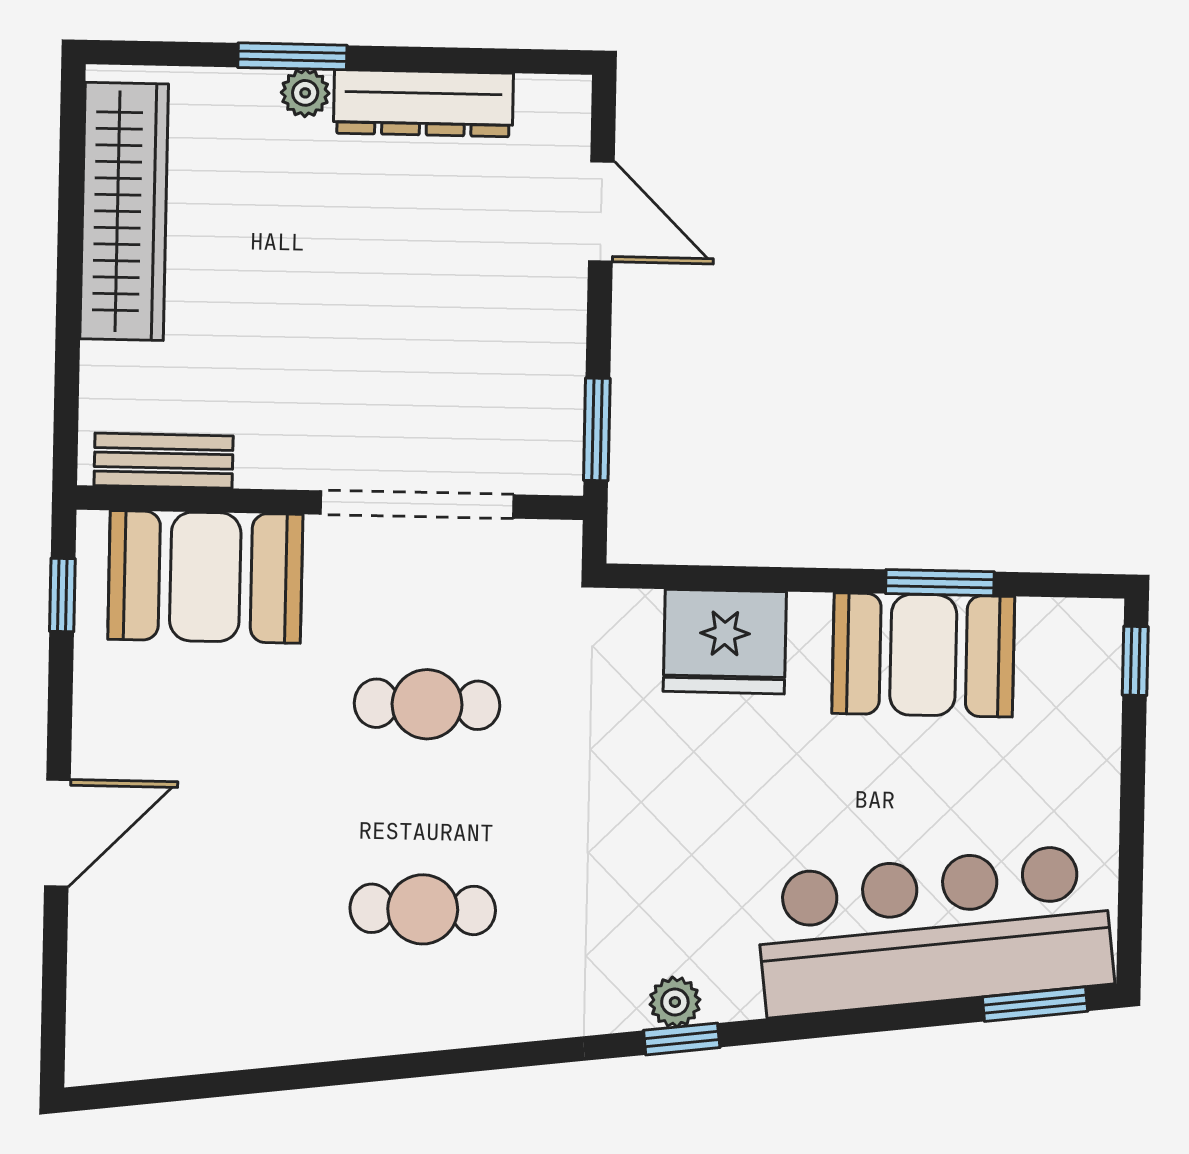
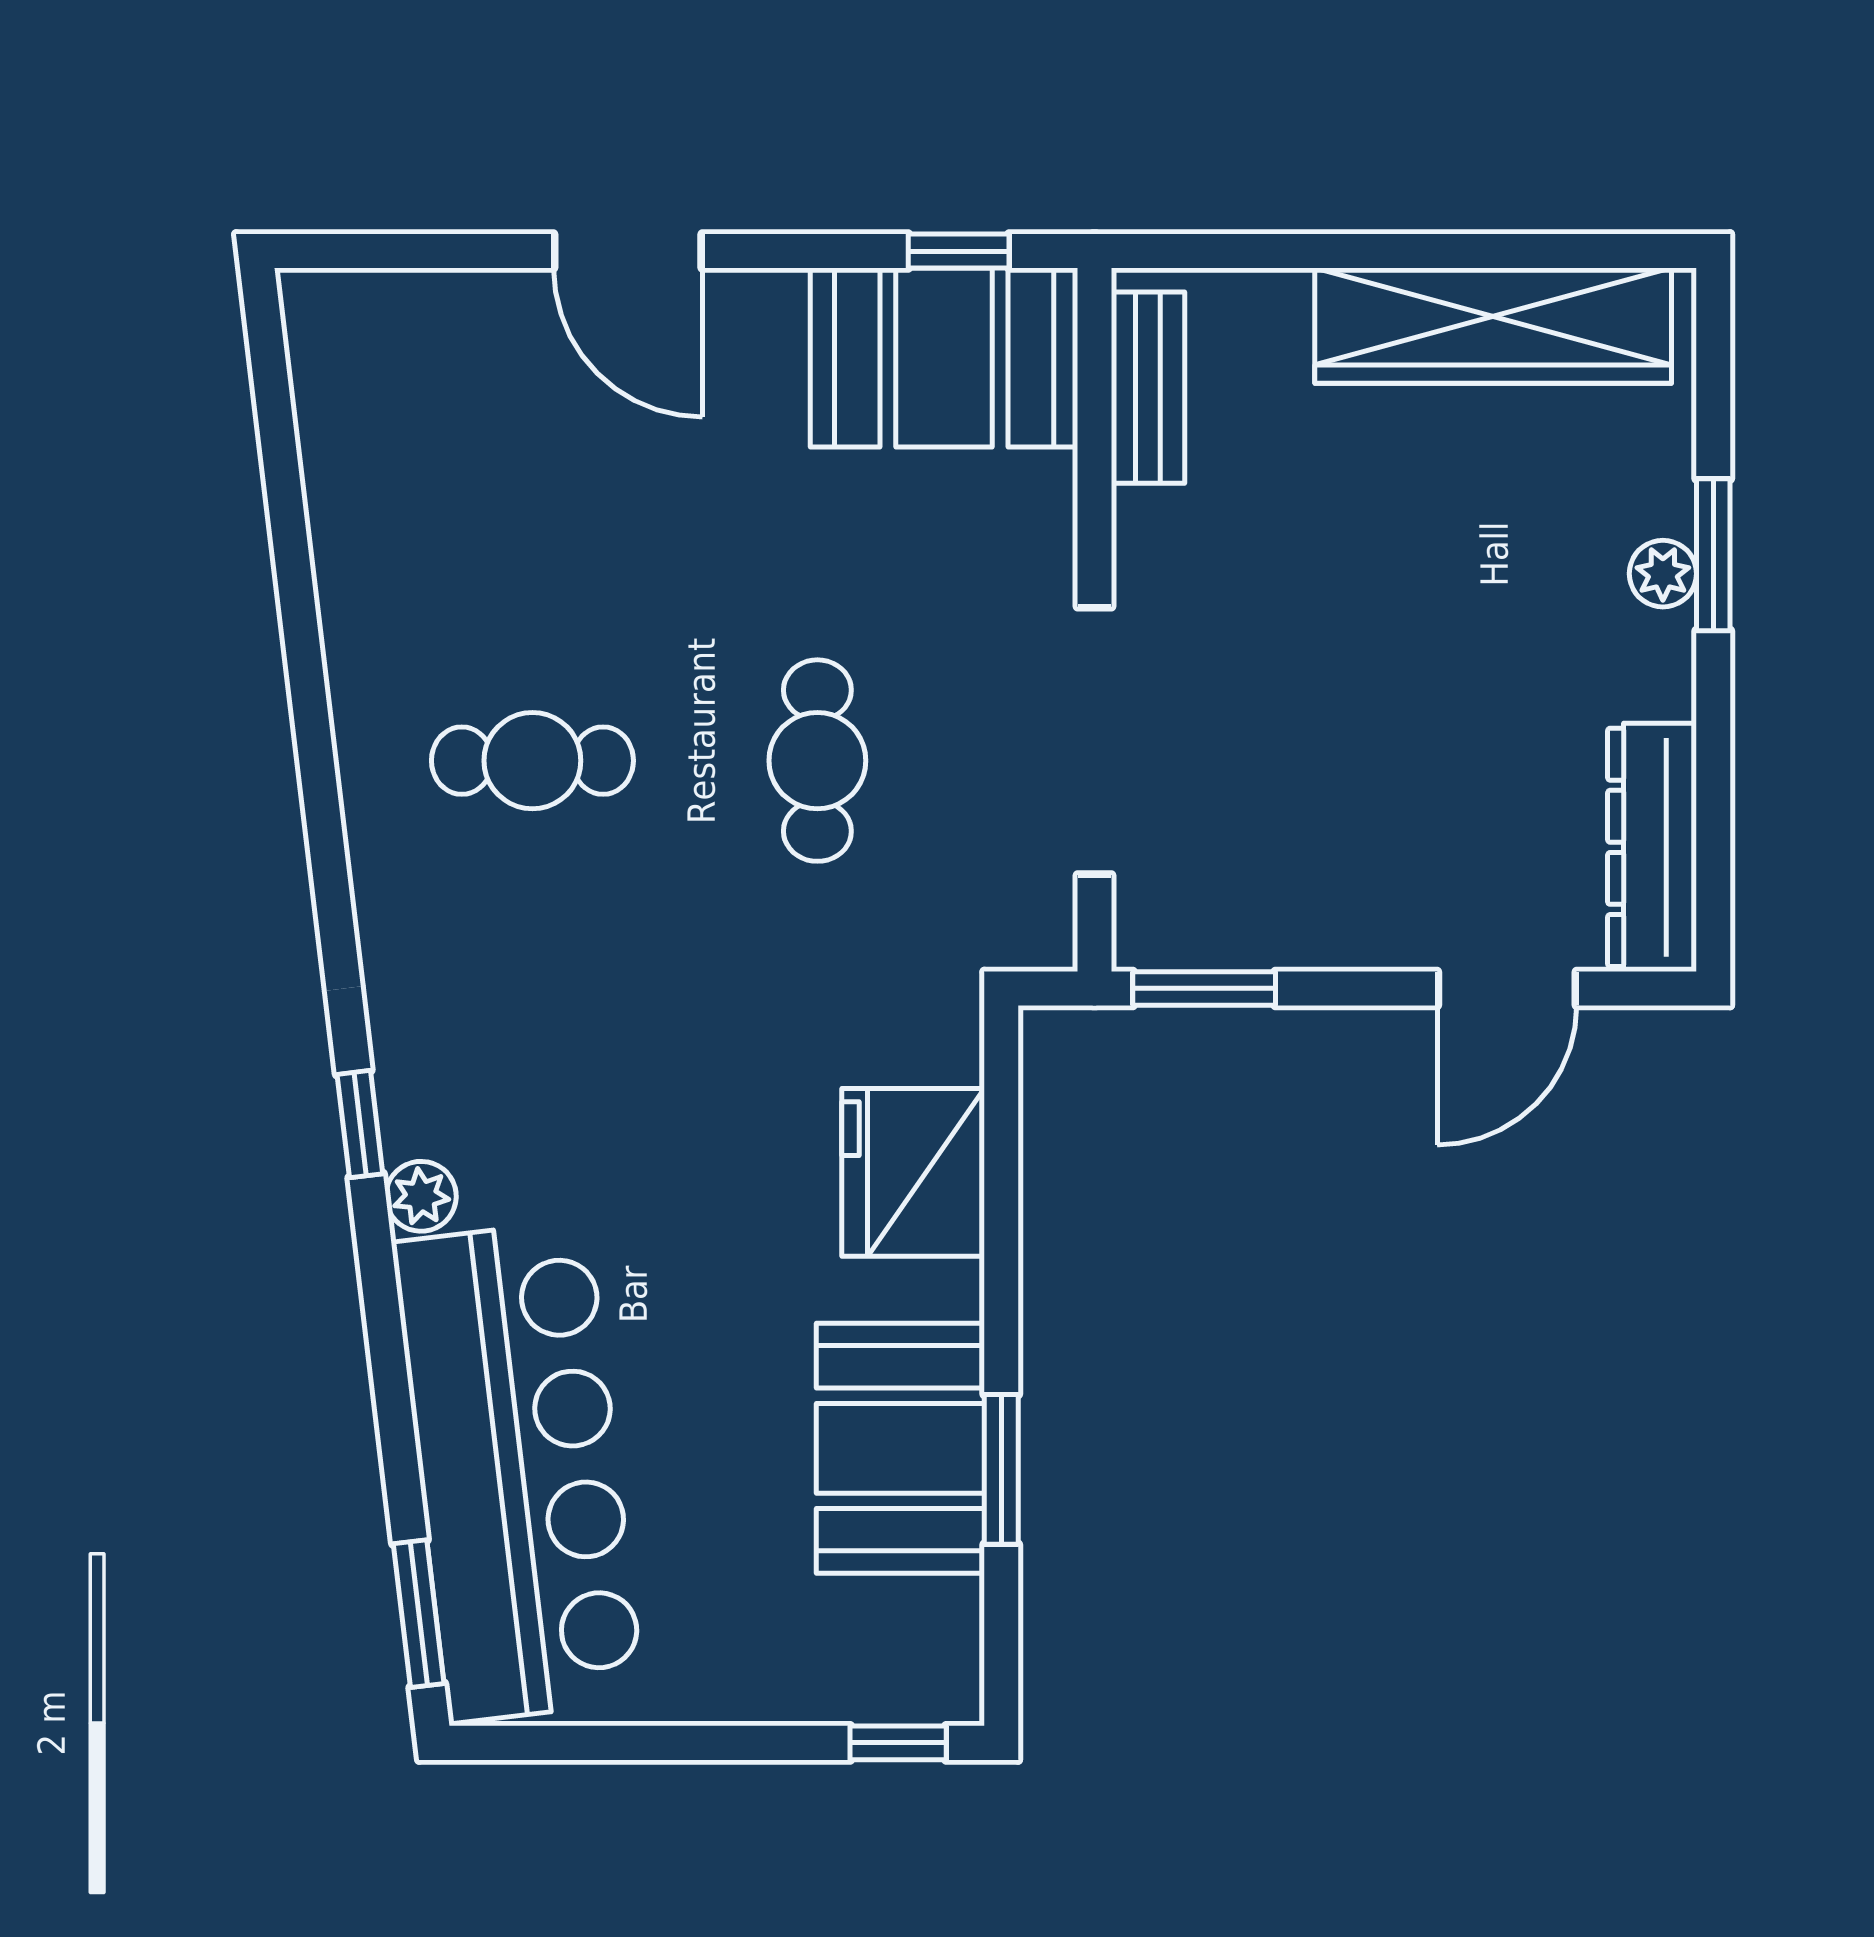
dresser: (423, 103) -> (1652, 847), moved
booth: (205, 577) -> (944, 358), moved, turned 90
cafe table: (423, 909) -> (532, 761), turned 90
plant: (675, 1002) -> (421, 1196), moved

